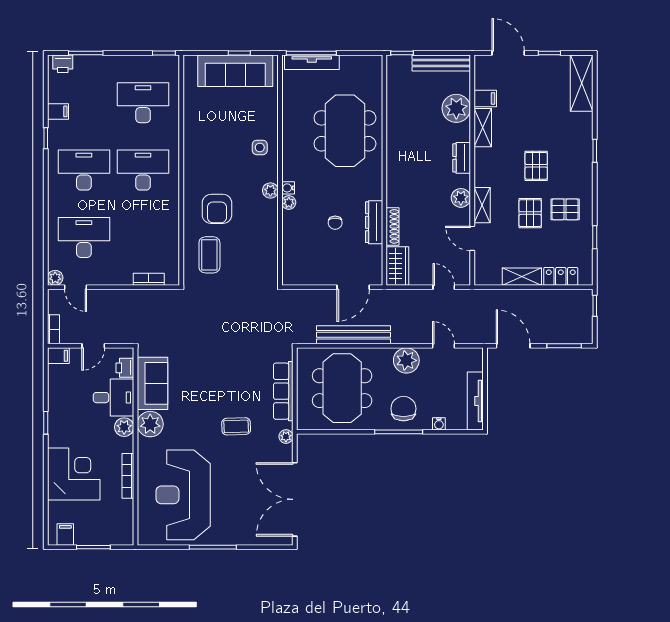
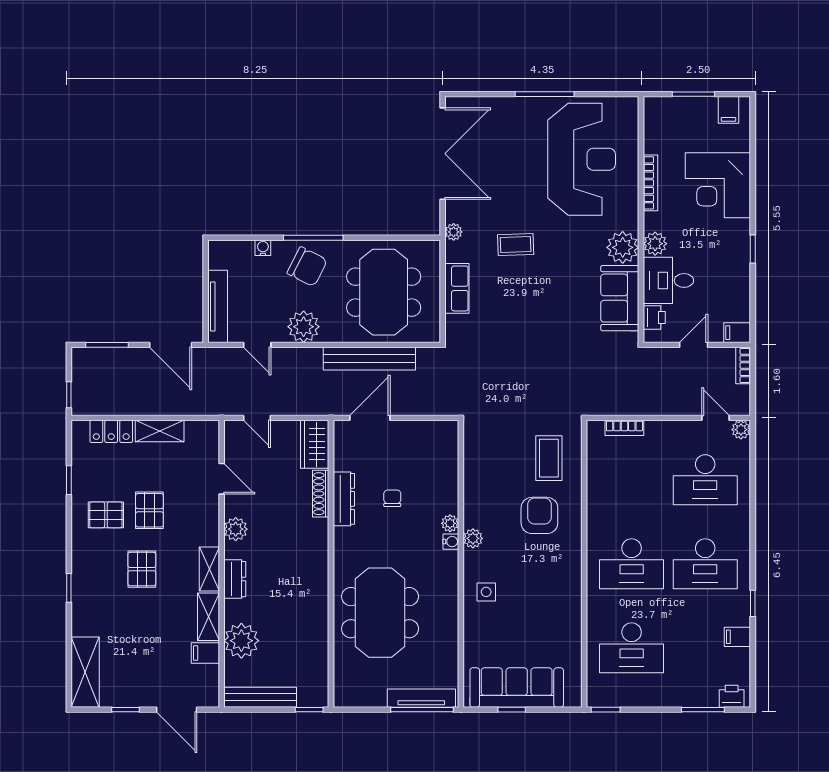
shelving: (482, 205) -> (209, 569), moved
row of seats: (283, 391) -> (457, 288), width x0.68
tv unit: (475, 401) -> (218, 306), moved
chair: (403, 409) -> (307, 267), turned -63

